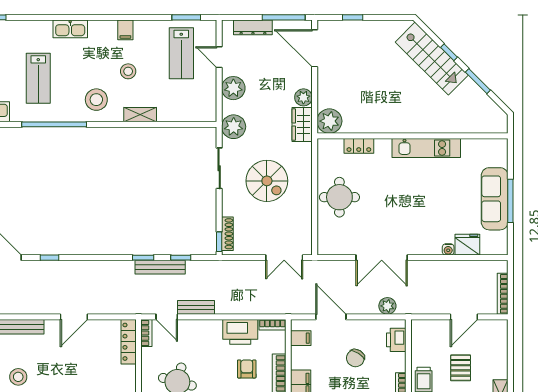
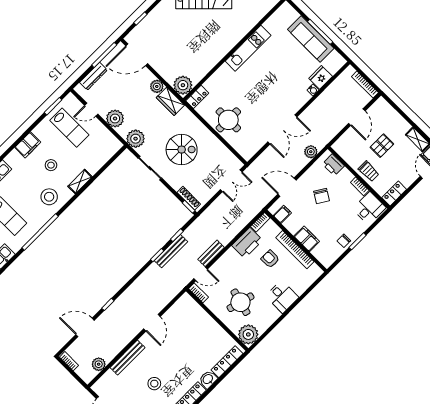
filing cabinet: (125, 30) -> (28, 145), width x2.00
locker: (359, 146) -> (197, 97), moved
locker: (129, 342) -> (194, 307), removed
pallet: (461, 368) -> (382, 146), turned 90

